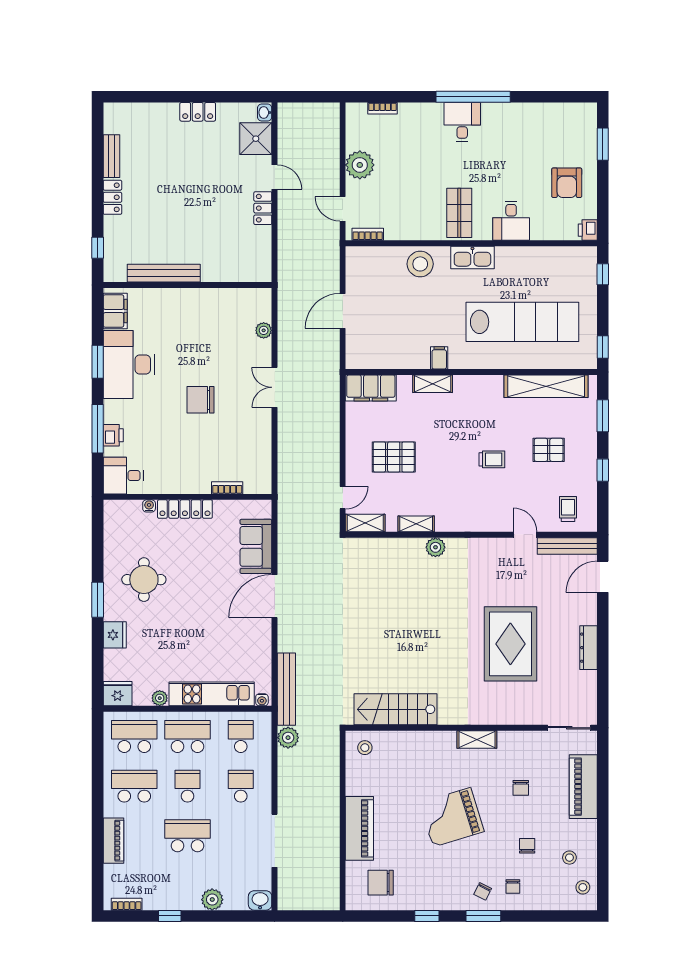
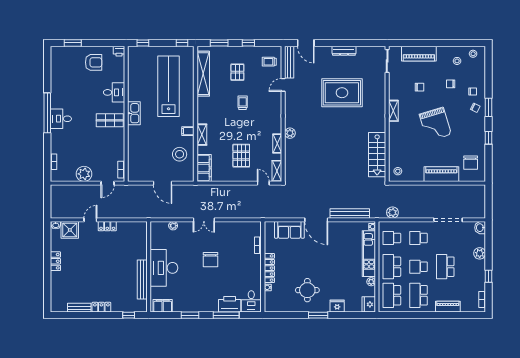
stool: (420, 264) -> (180, 154), moved
desk: (129, 365) -> (164, 268), moved, turned 90
printer: (113, 435) -> (230, 304), width x1.87, depth x1.48
bench: (286, 689) -> (350, 213), moved

